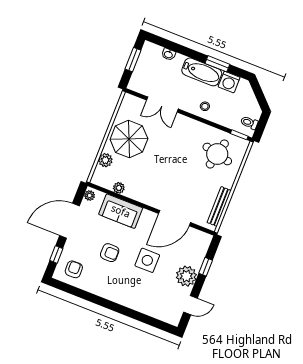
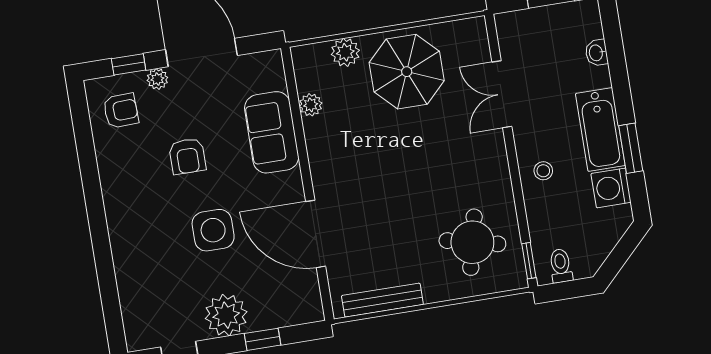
plant: (90, 195) -> (157, 79), moved

